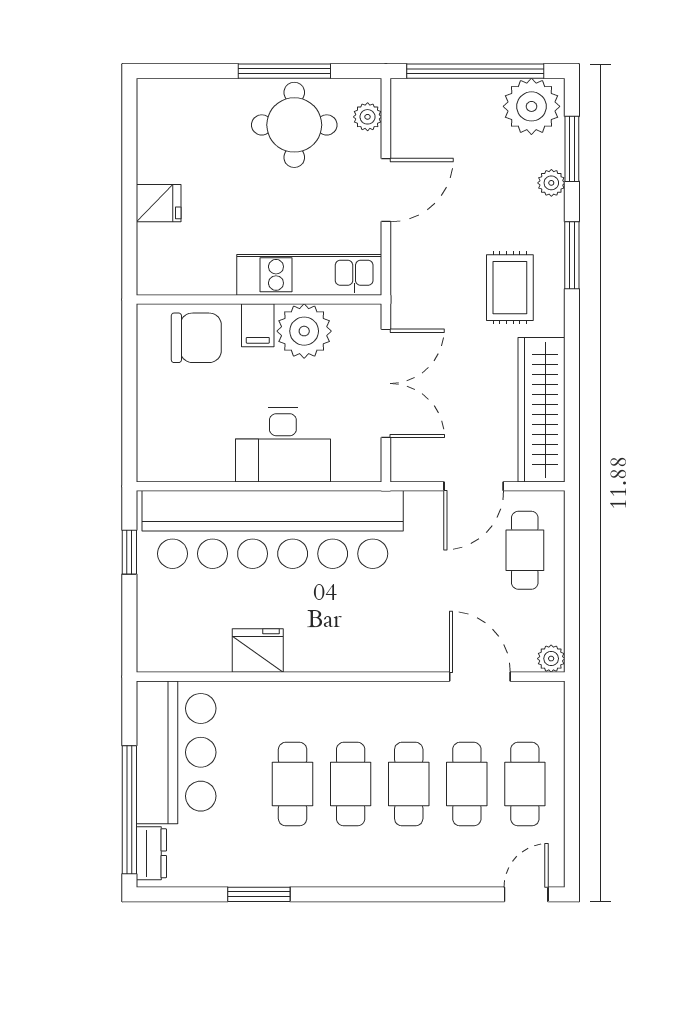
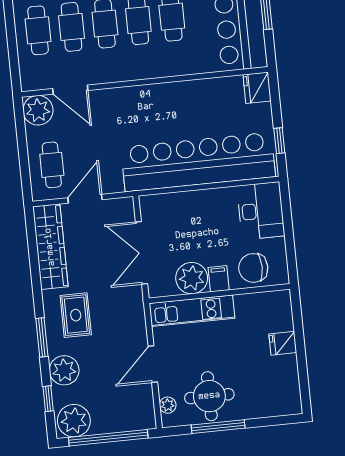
window: (572, 149) -> (48, 399), width x0.67
plant: (551, 183) -> (64, 370), width x1.88, depth x1.88
desk: (283, 445) -> (261, 211), moved, turned 90
fridge: (258, 650) -> (257, 88), moved, turned 90
plant: (551, 659) -> (38, 110), width x1.88, depth x1.88

